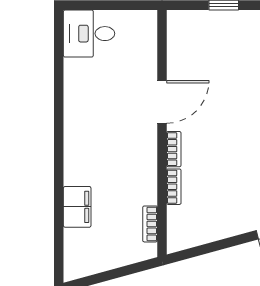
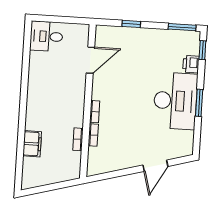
door: (162, 102) -> (90, 60), moved
bookcase: (150, 224) -> (78, 139), moved

